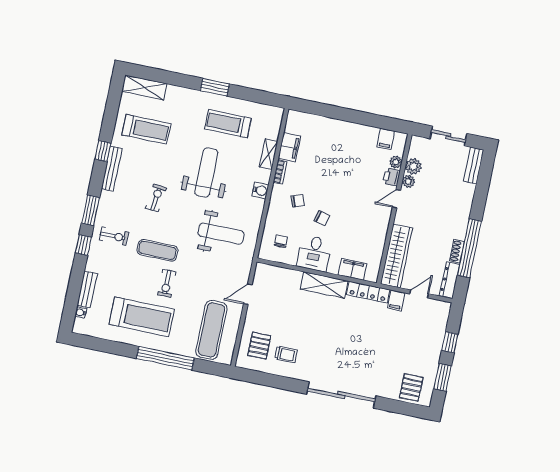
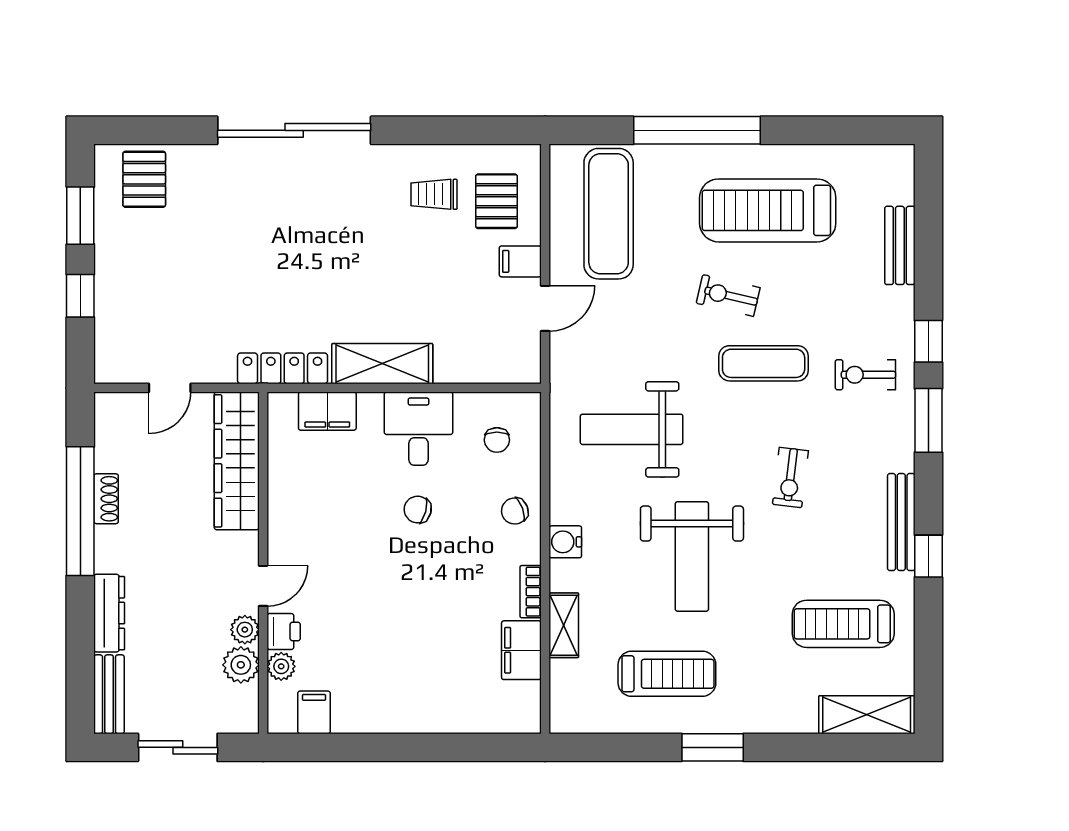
chair: (298, 201) -> (515, 511), moved
dresser: (450, 280) -> (109, 613), moved
exercise bike: (167, 283) -> (728, 295), turned -77
filing cabinet: (396, 300) -> (520, 261), moved, turned -90
water cooler: (81, 313) -> (903, 192), removed

